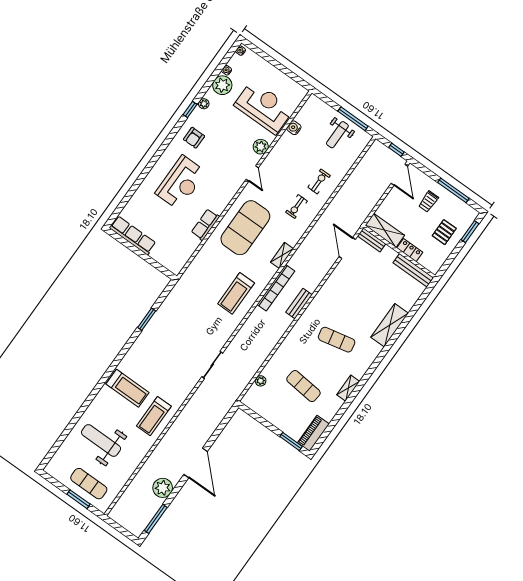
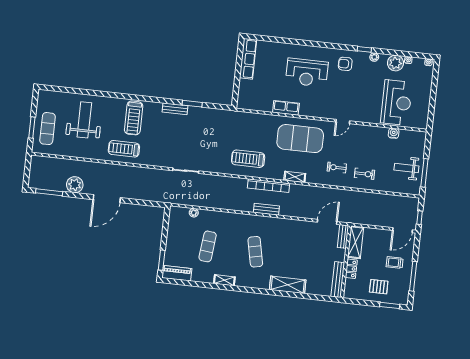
plant: (261, 147) -> (366, 117), removed
bench: (142, 340) -> (175, 109), added

